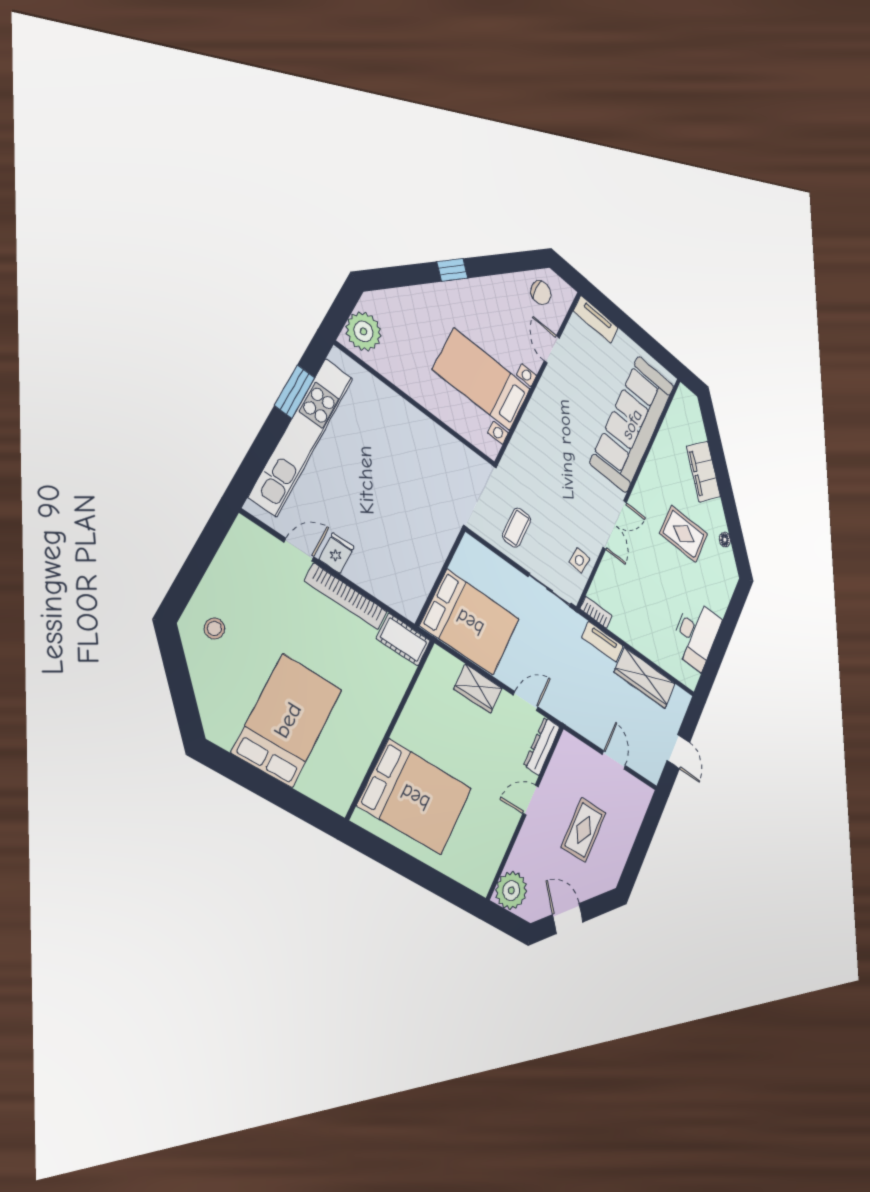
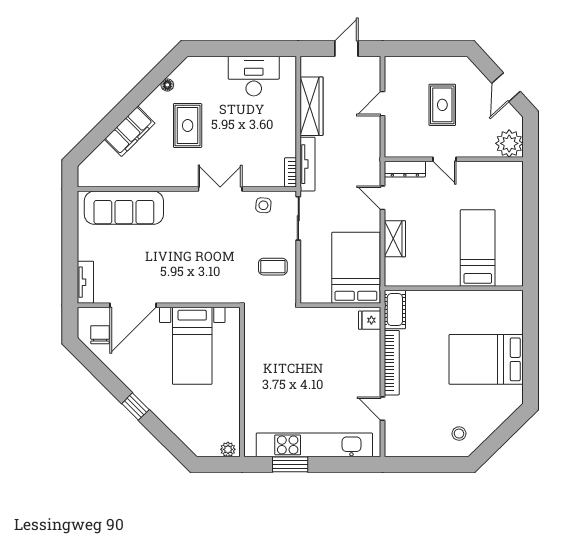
plant: (363, 331) -> (228, 449), width x0.53, depth x0.53
door: (552, 349) -> (133, 305), width x1.87
sofa: (632, 424) -> (124, 208), width x0.74, depth x0.79
fridge: (336, 553) -> (370, 320), moved
tv unit: (603, 642) -> (307, 164), width x1.41
bed: (415, 797) -> (478, 248), width x0.67
rug: (584, 830) -> (442, 105), turned 90

